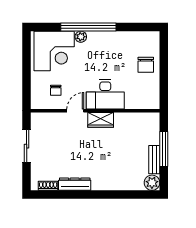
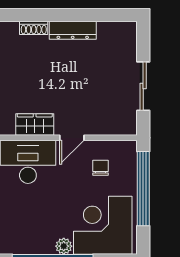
window: (27, 76) -> (143, 189), added
shoe rack: (48, 186) -> (34, 28), moved

